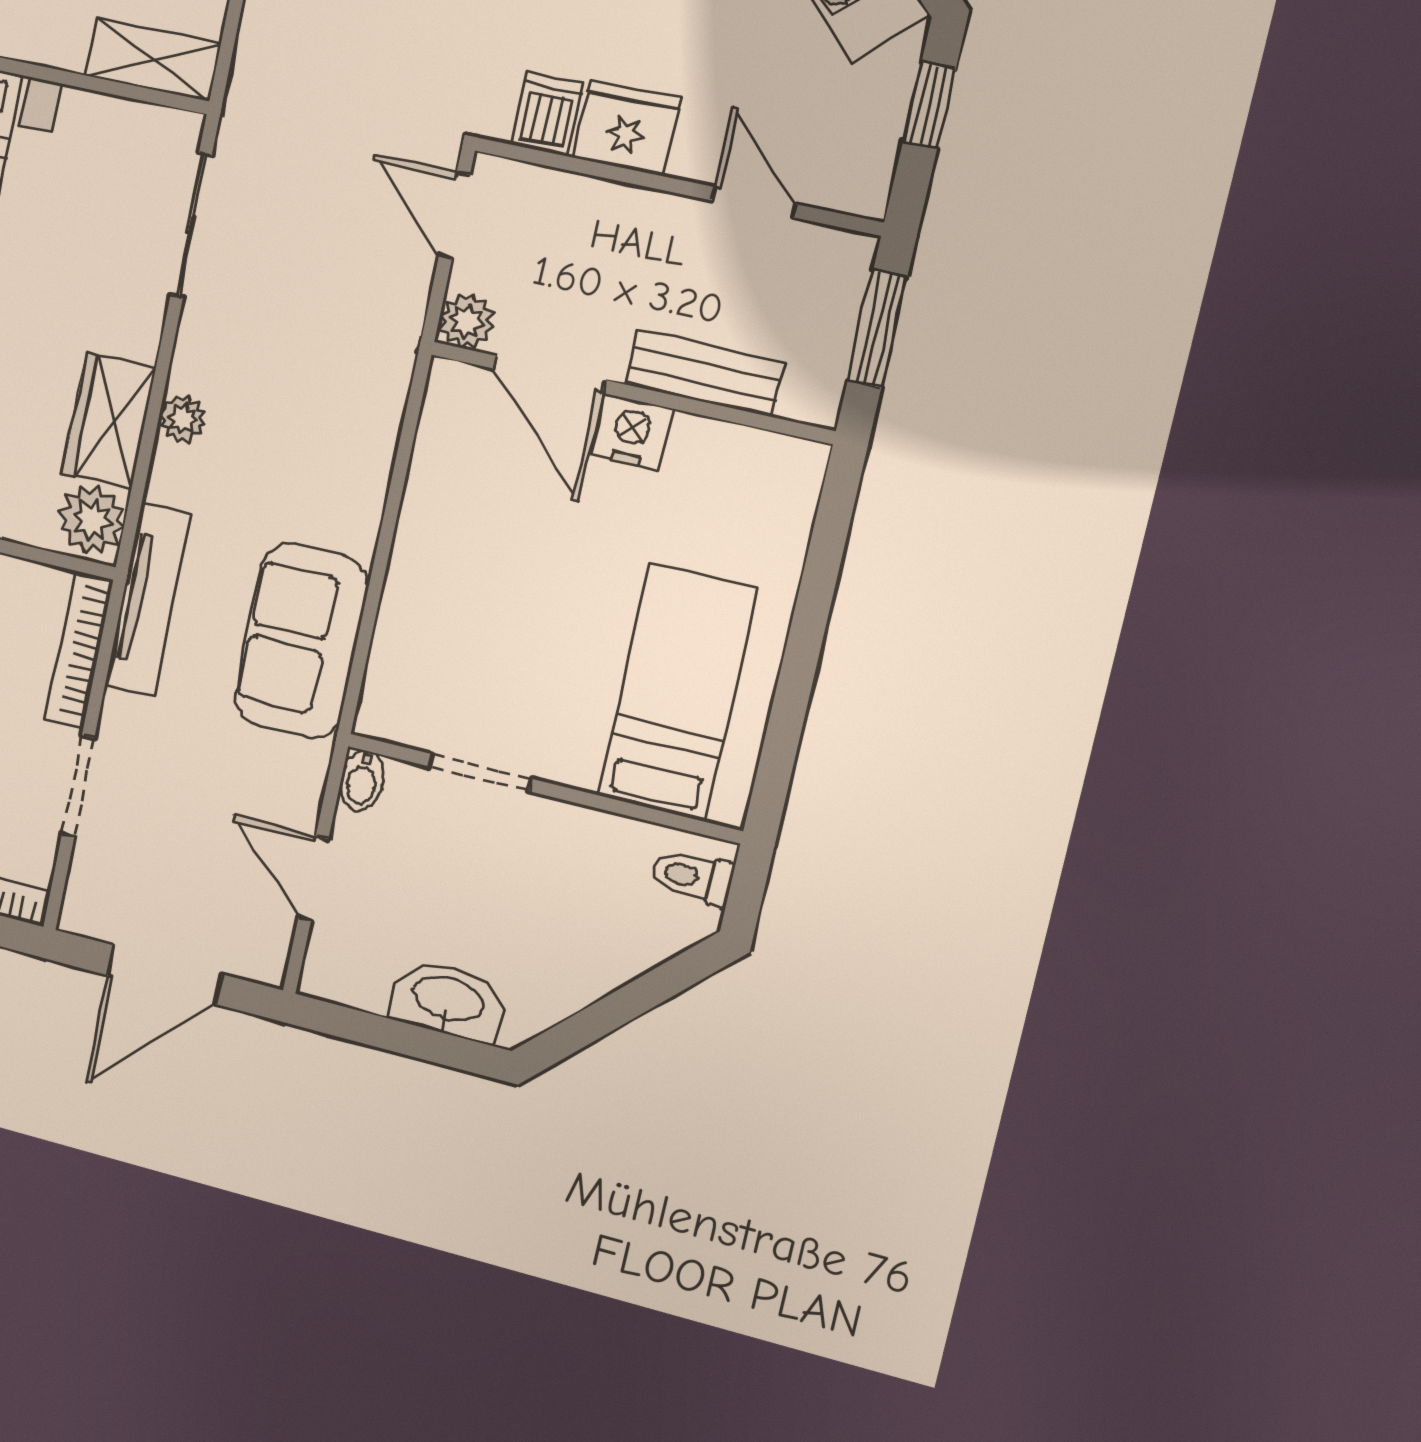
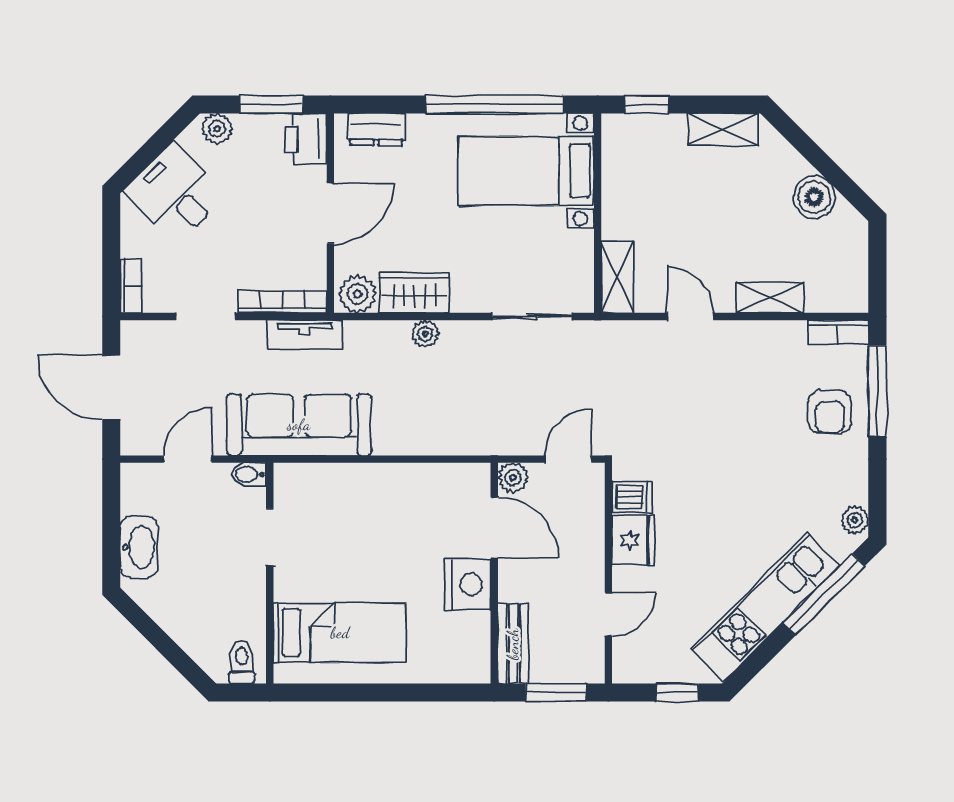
bench: (705, 373) -> (513, 644), moved
door: (549, 374) -> (494, 528), swing flipped
nightstand: (631, 432) -> (468, 585), width x1.36, depth x1.33
tv unit: (148, 600) -> (305, 335), width x0.71
sofa: (301, 641) -> (299, 425), width x1.36

